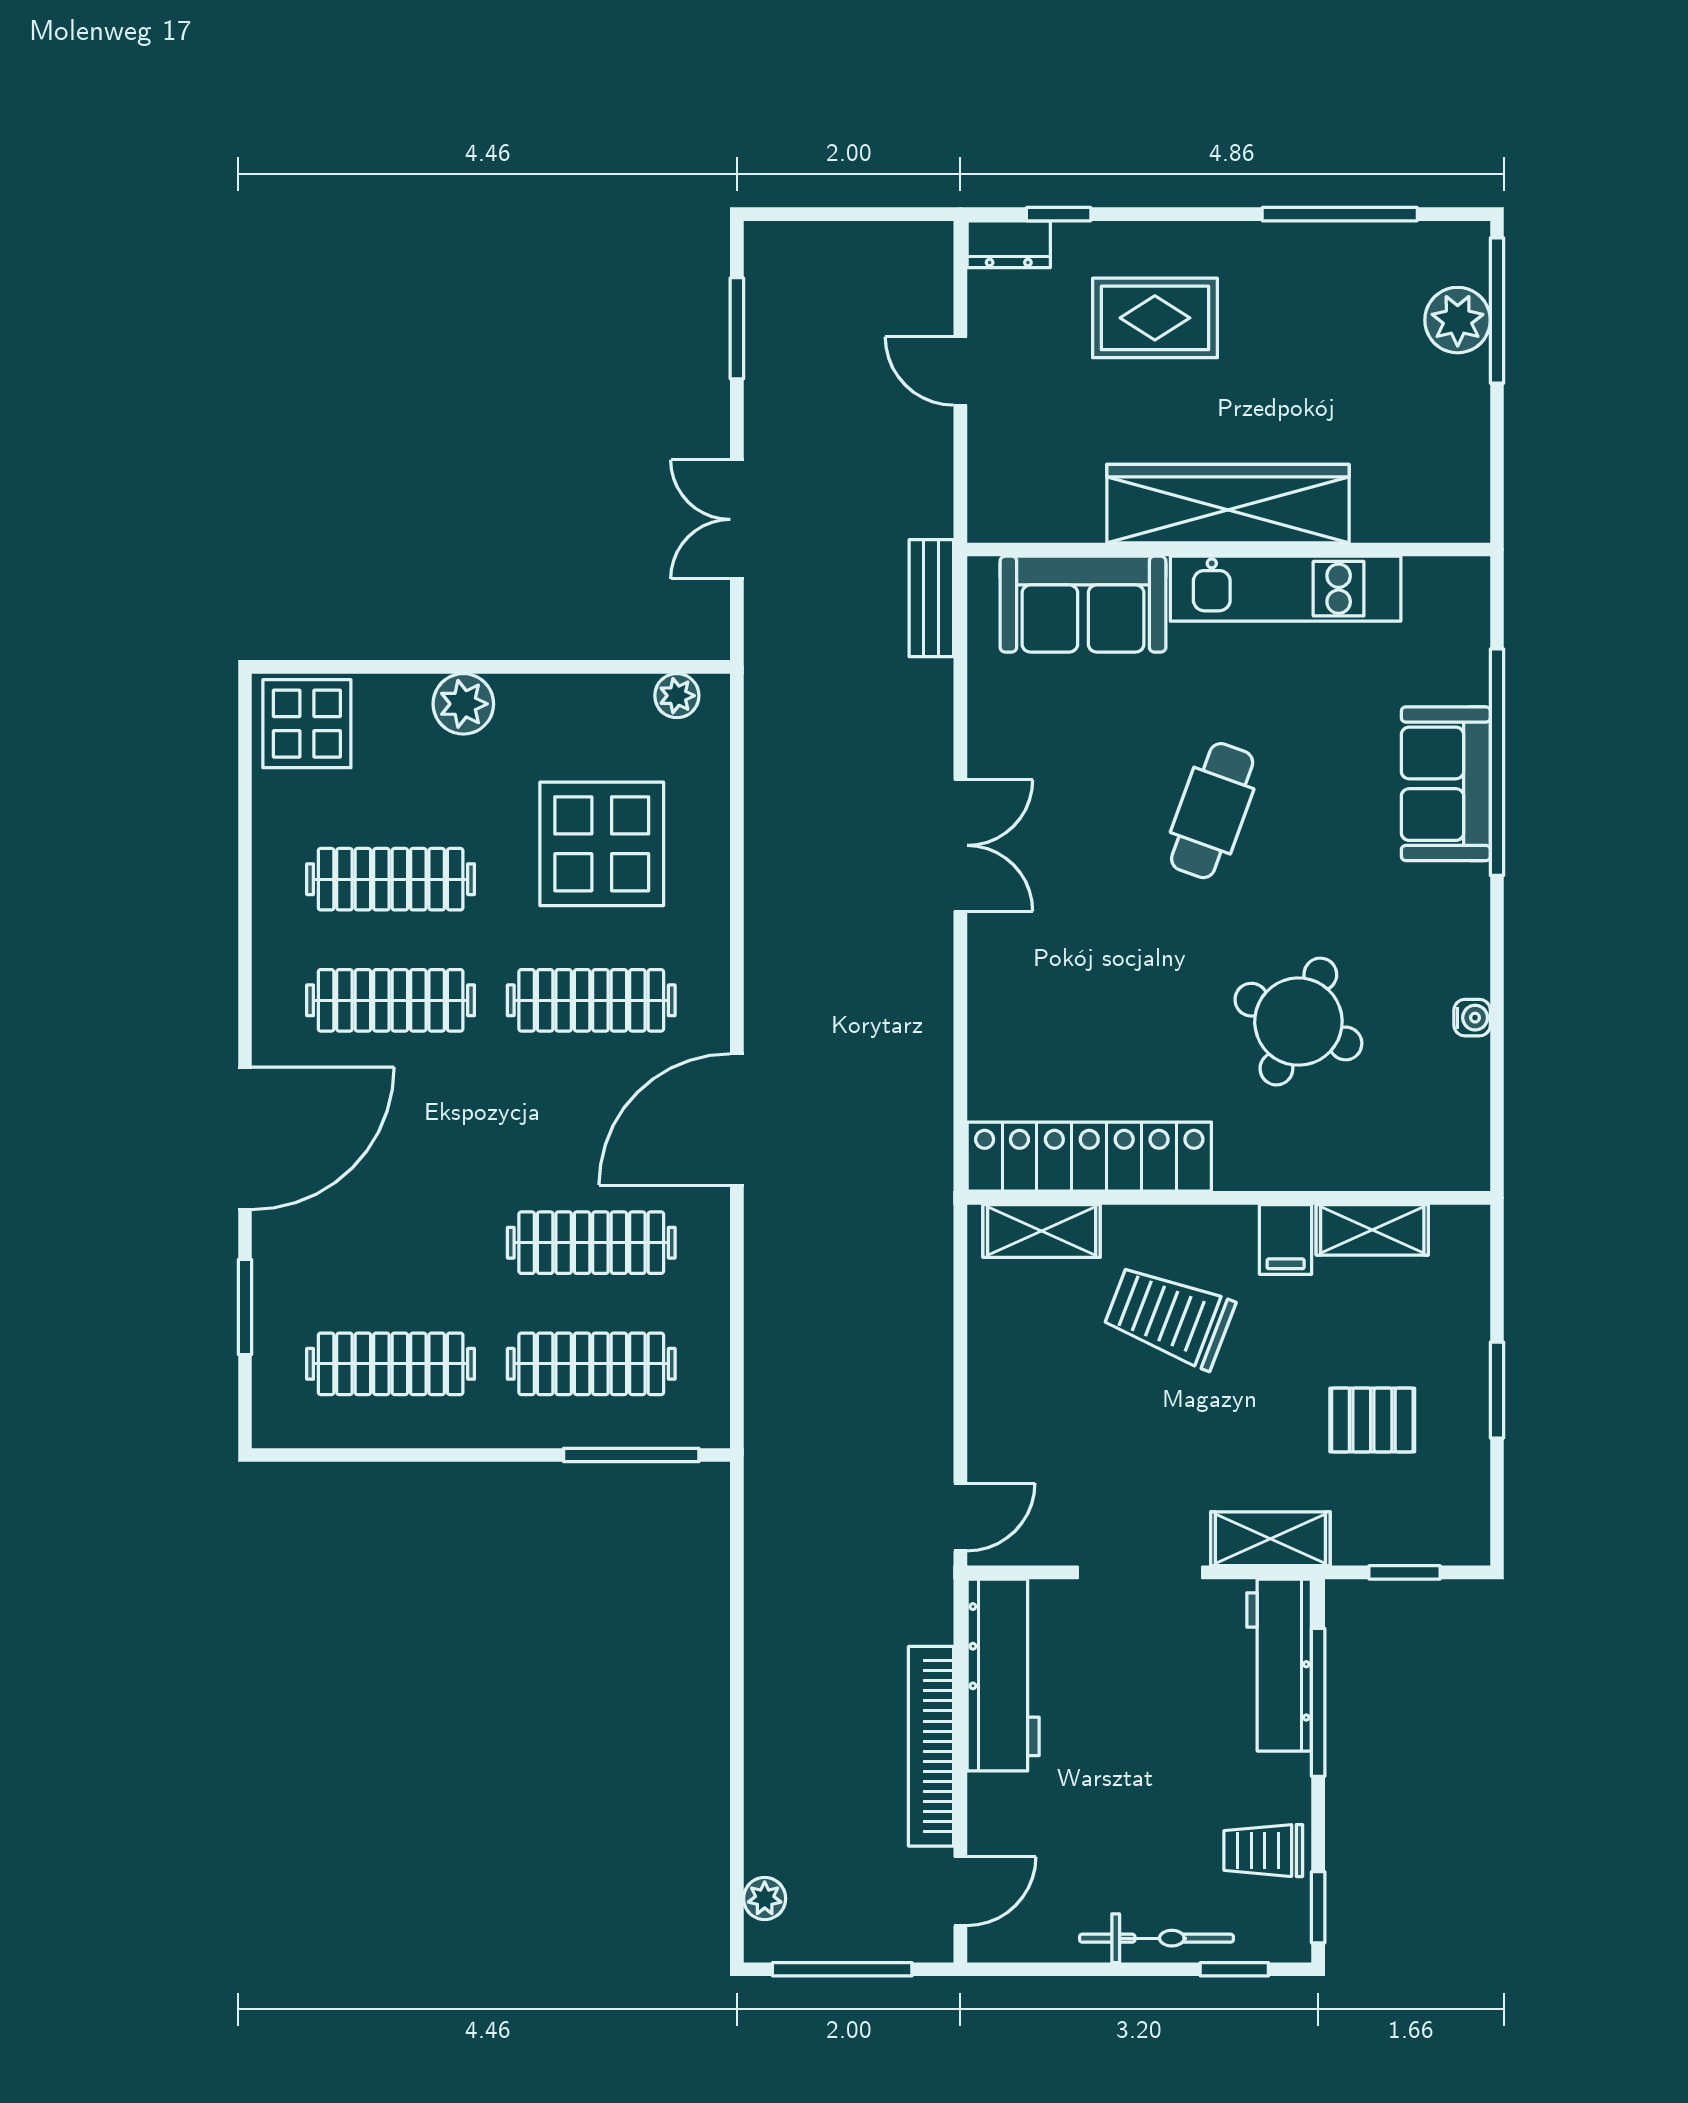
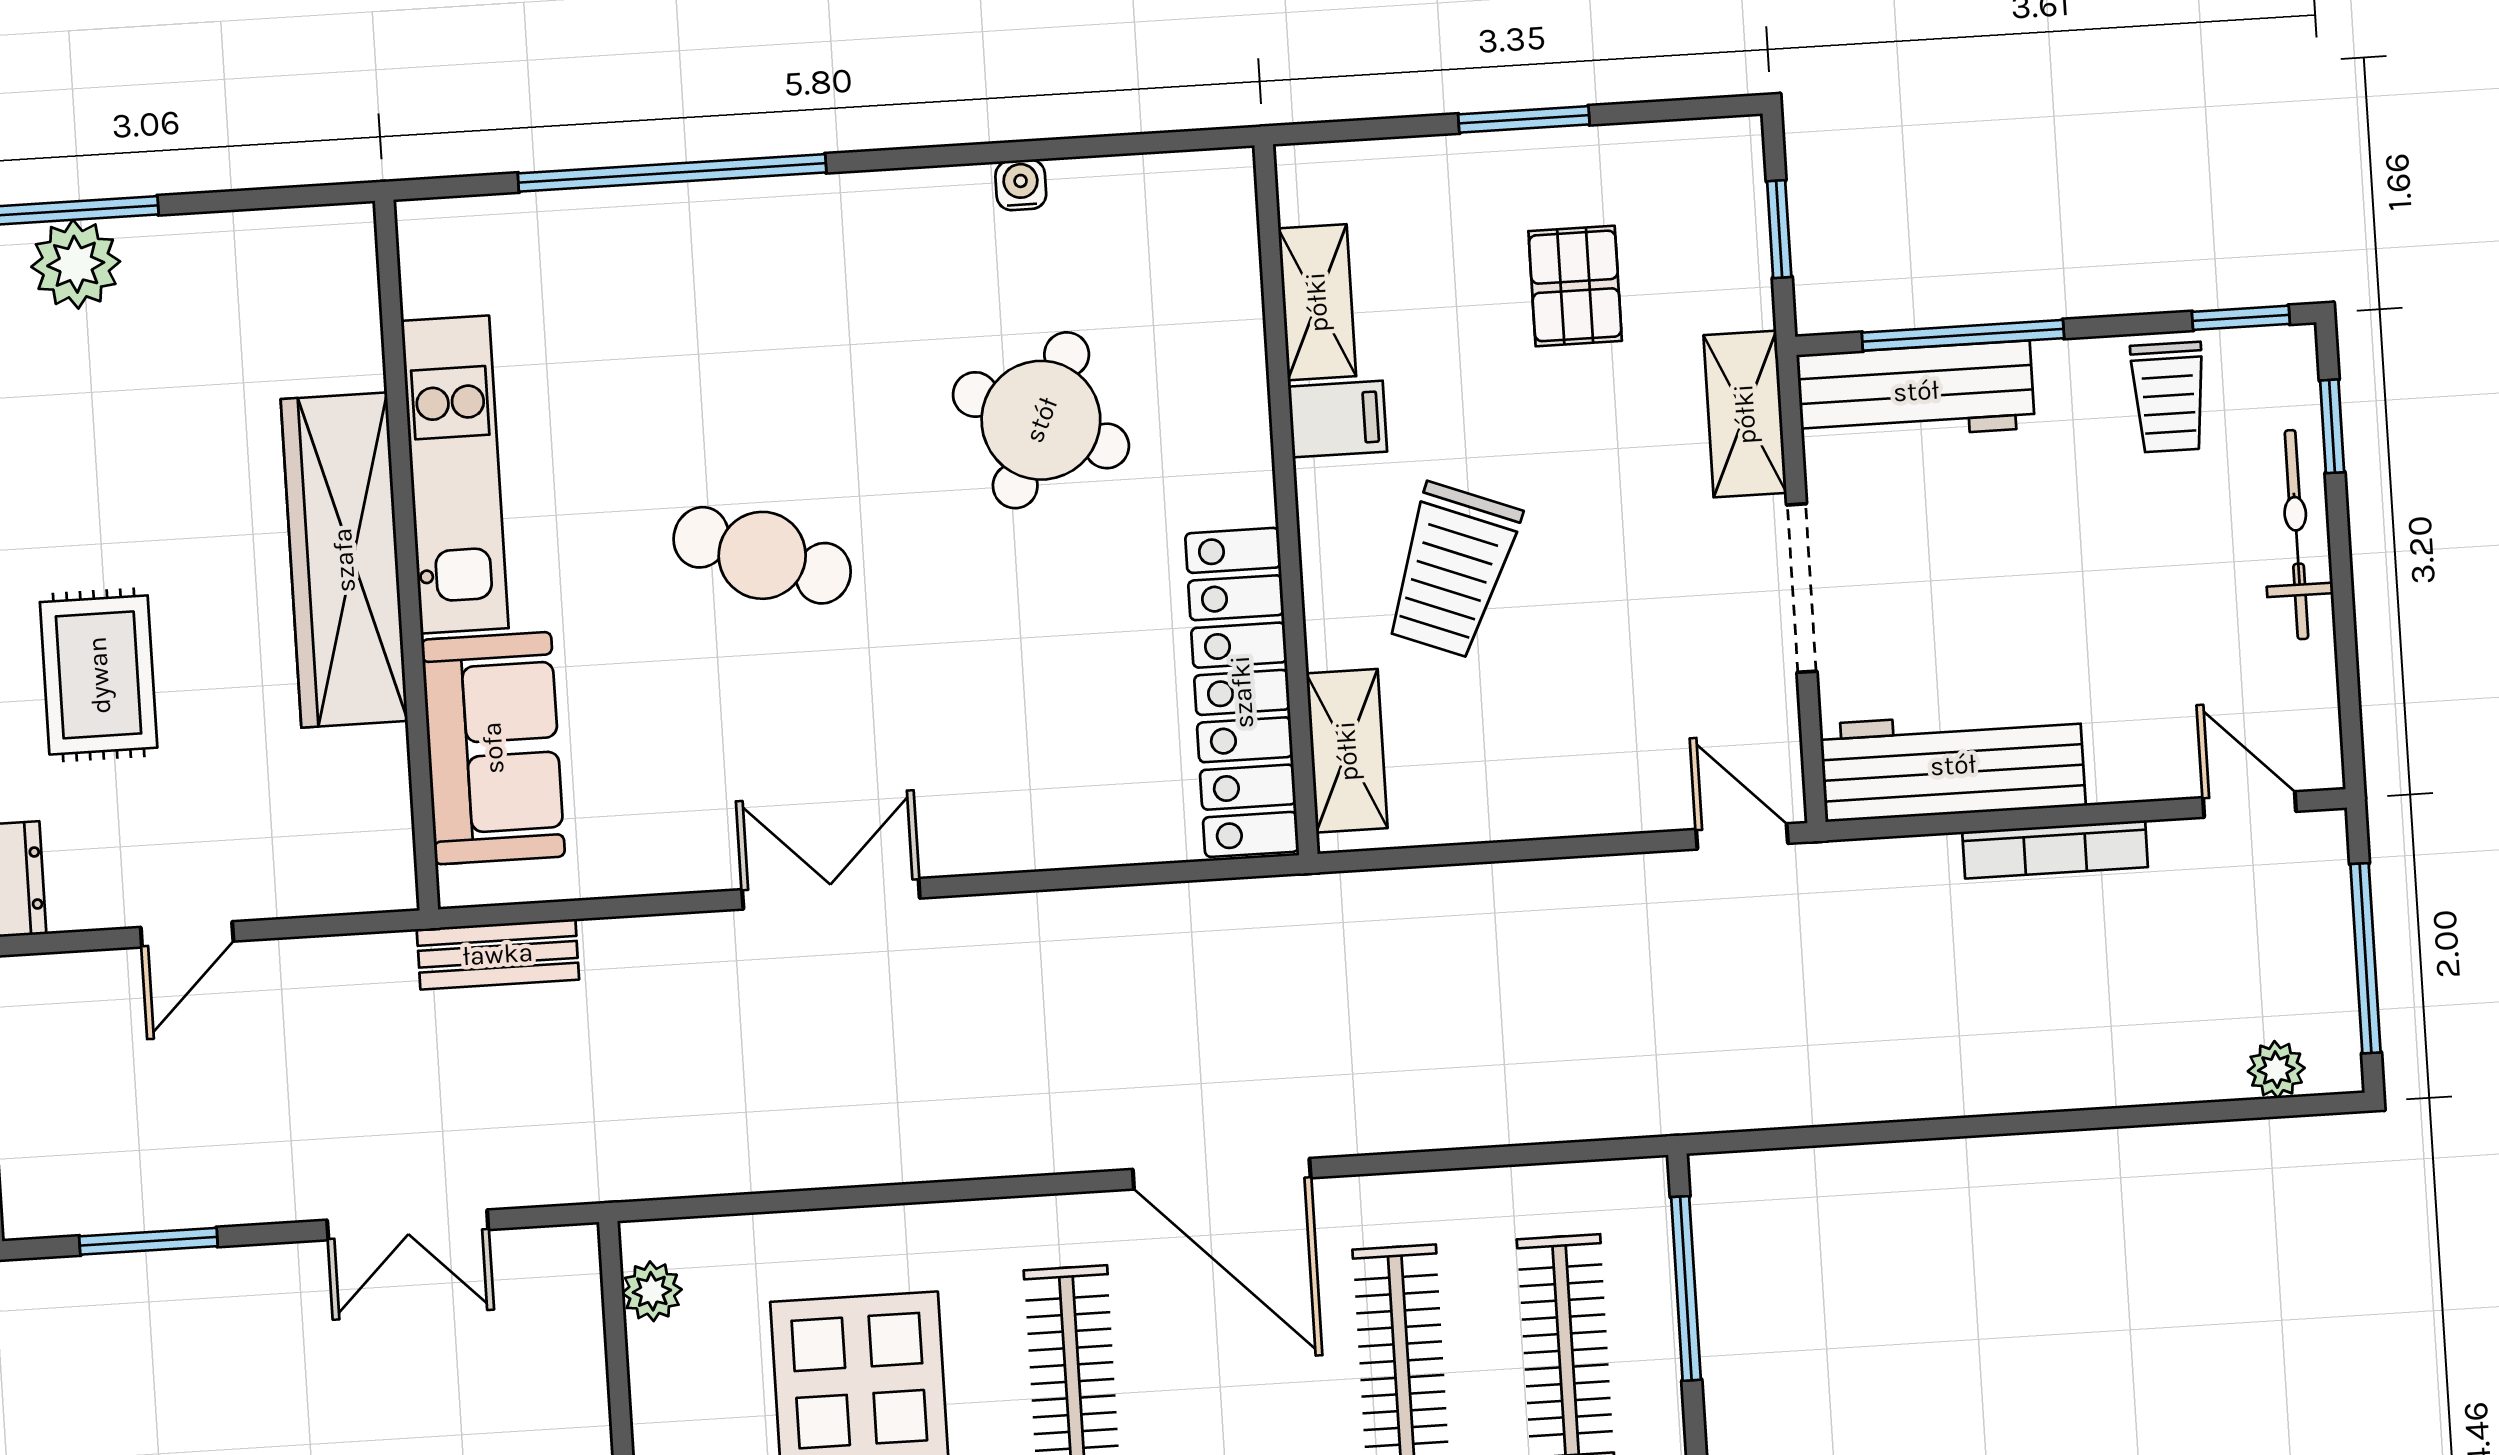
sofa: (1446, 784) -> (706, 241), removed
bookcase: (931, 1746) -> (2055, 849), width x0.68, depth x0.76

